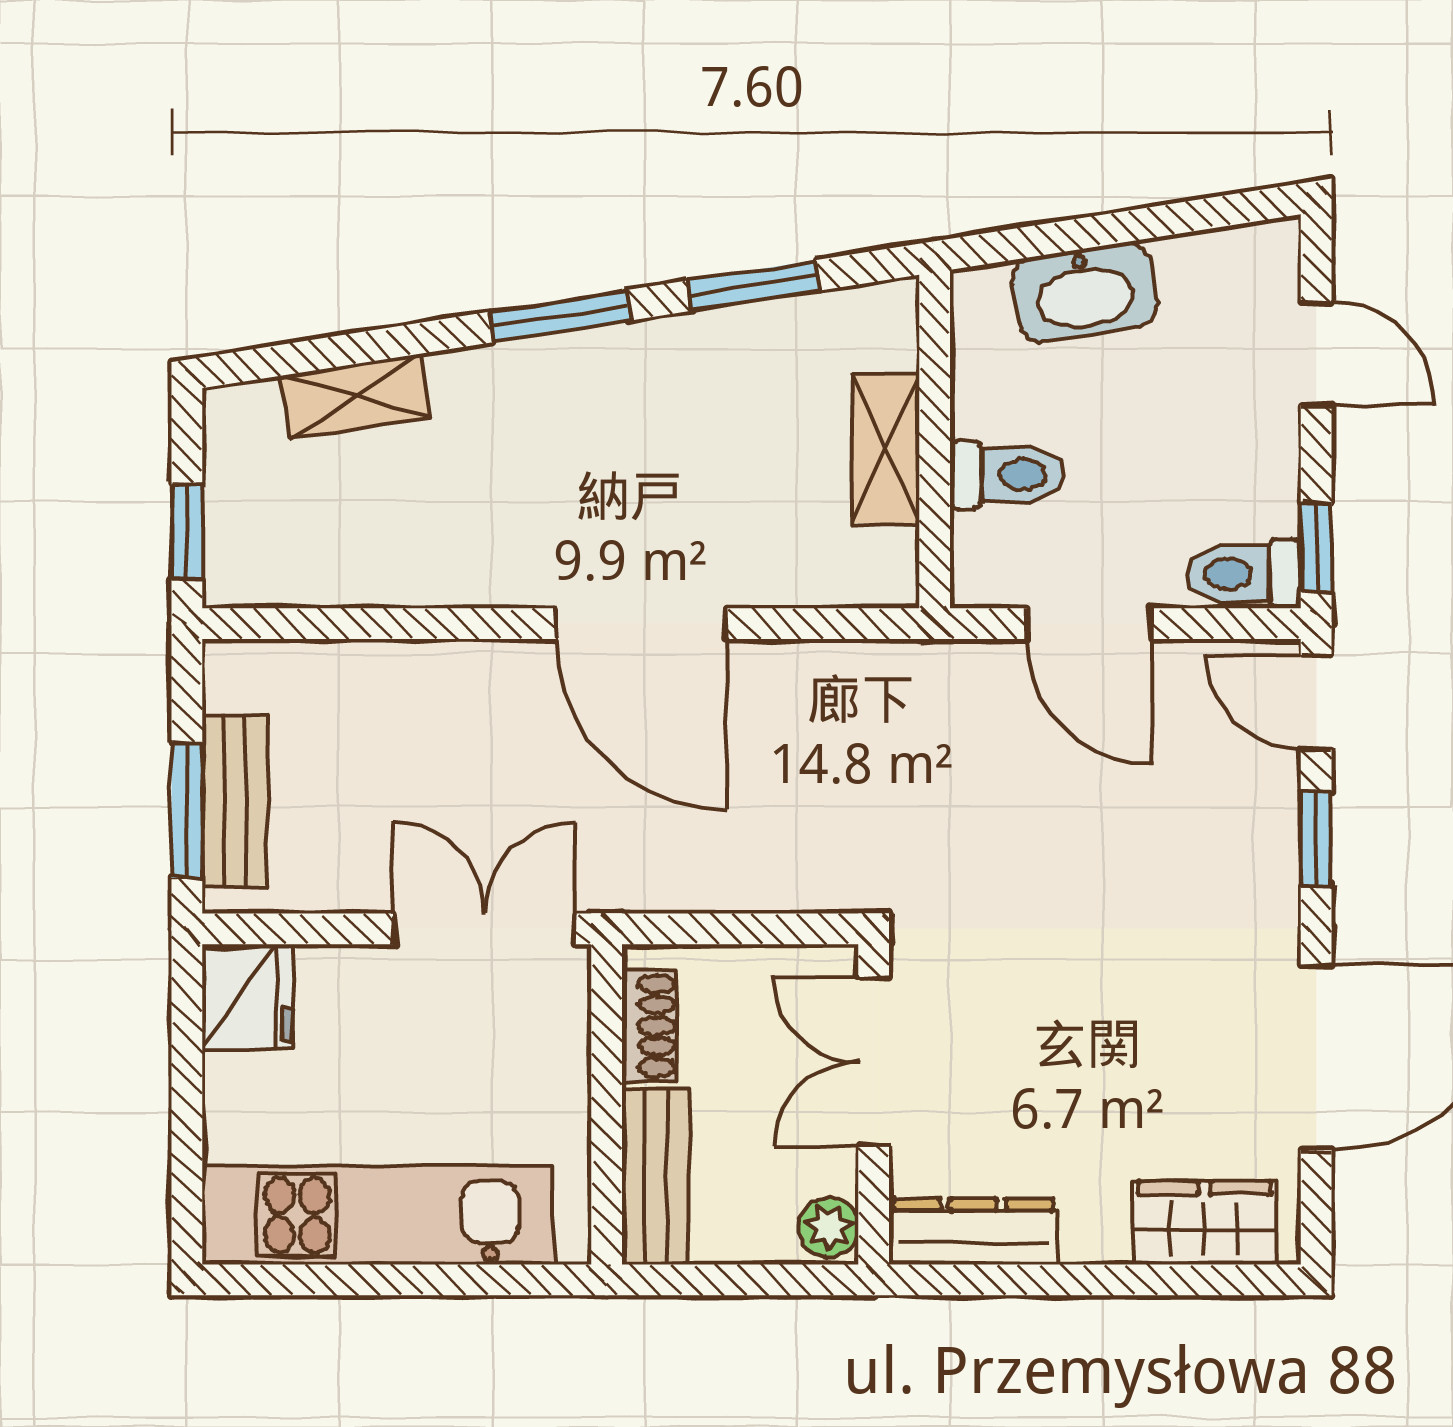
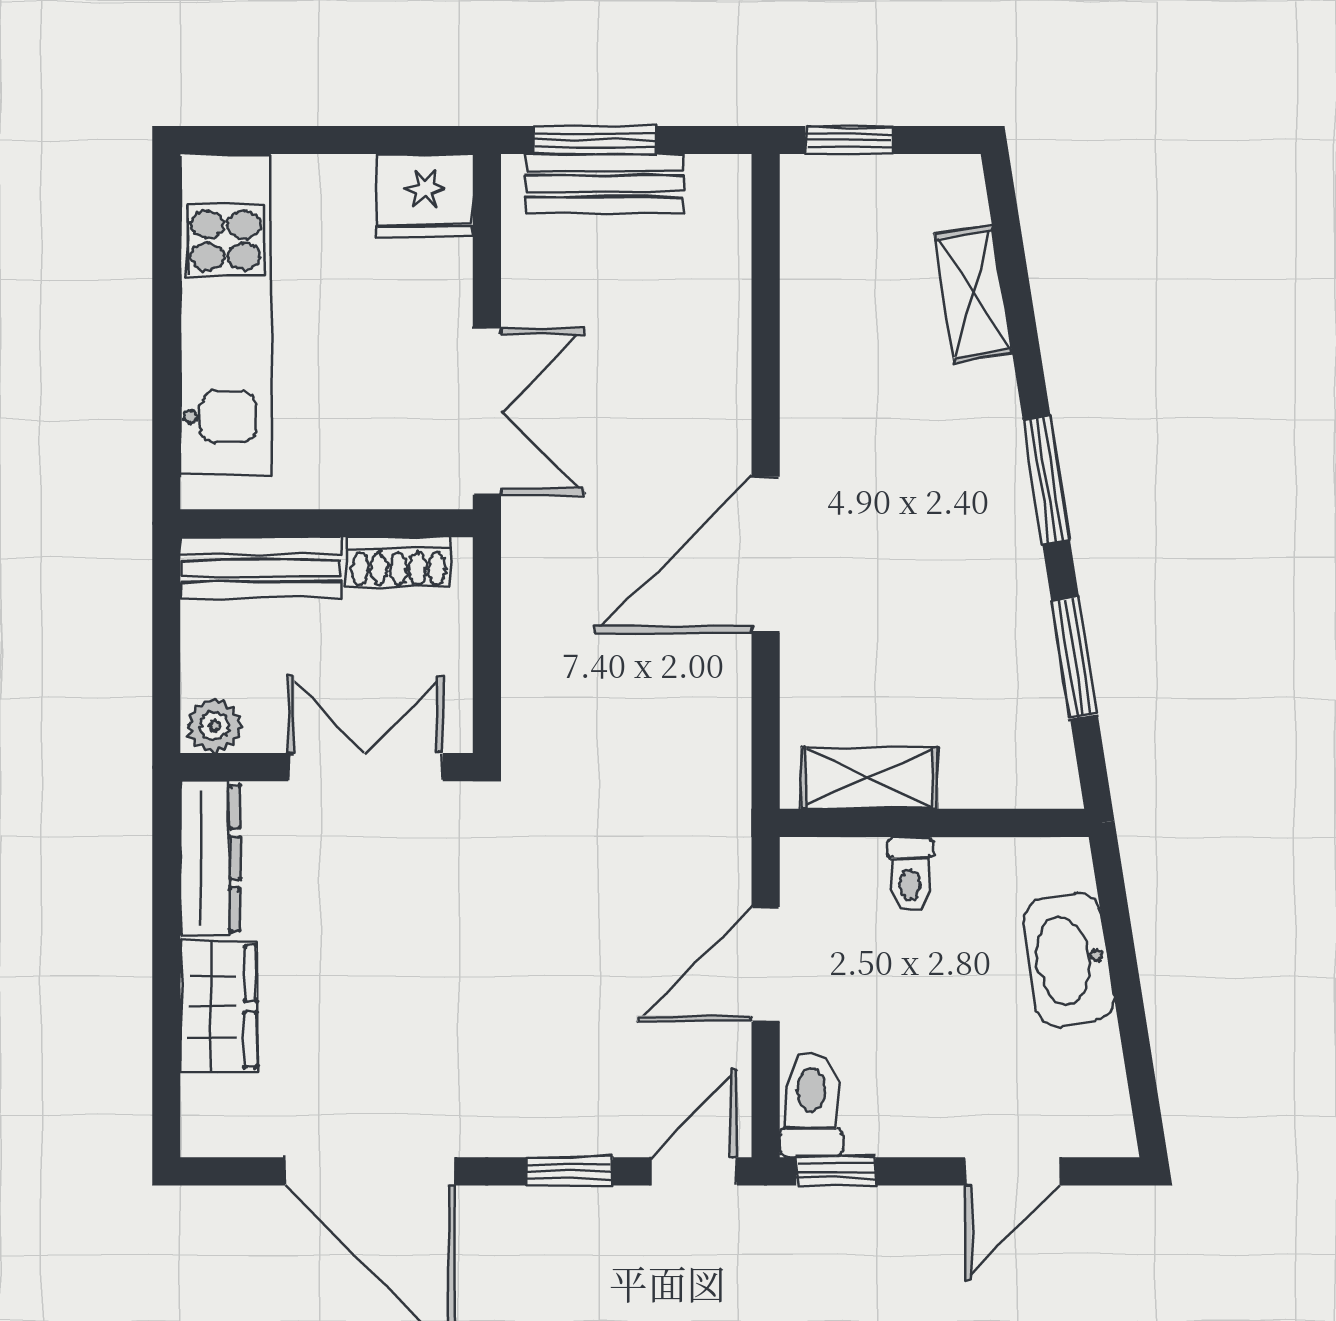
shelving: (886, 448) -> (869, 778), moved
toilet: (1007, 475) -> (910, 874), width x0.73, depth x0.72
wardrobe: (1204, 1223) -> (218, 1007), moved

